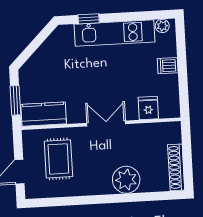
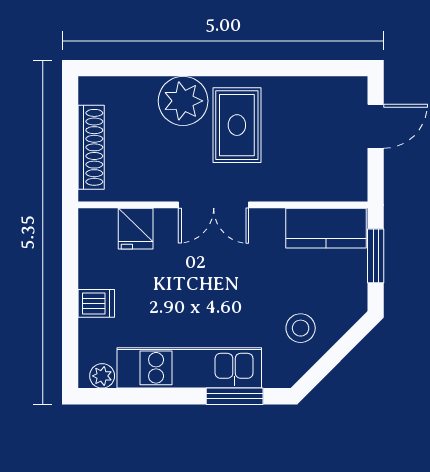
window: (89, 19) -> (235, 396), width x1.50
stool: (55, 58) -> (301, 328), added
rug: (58, 159) -> (237, 125), moved
shoe rack: (176, 167) -> (91, 147), moved

